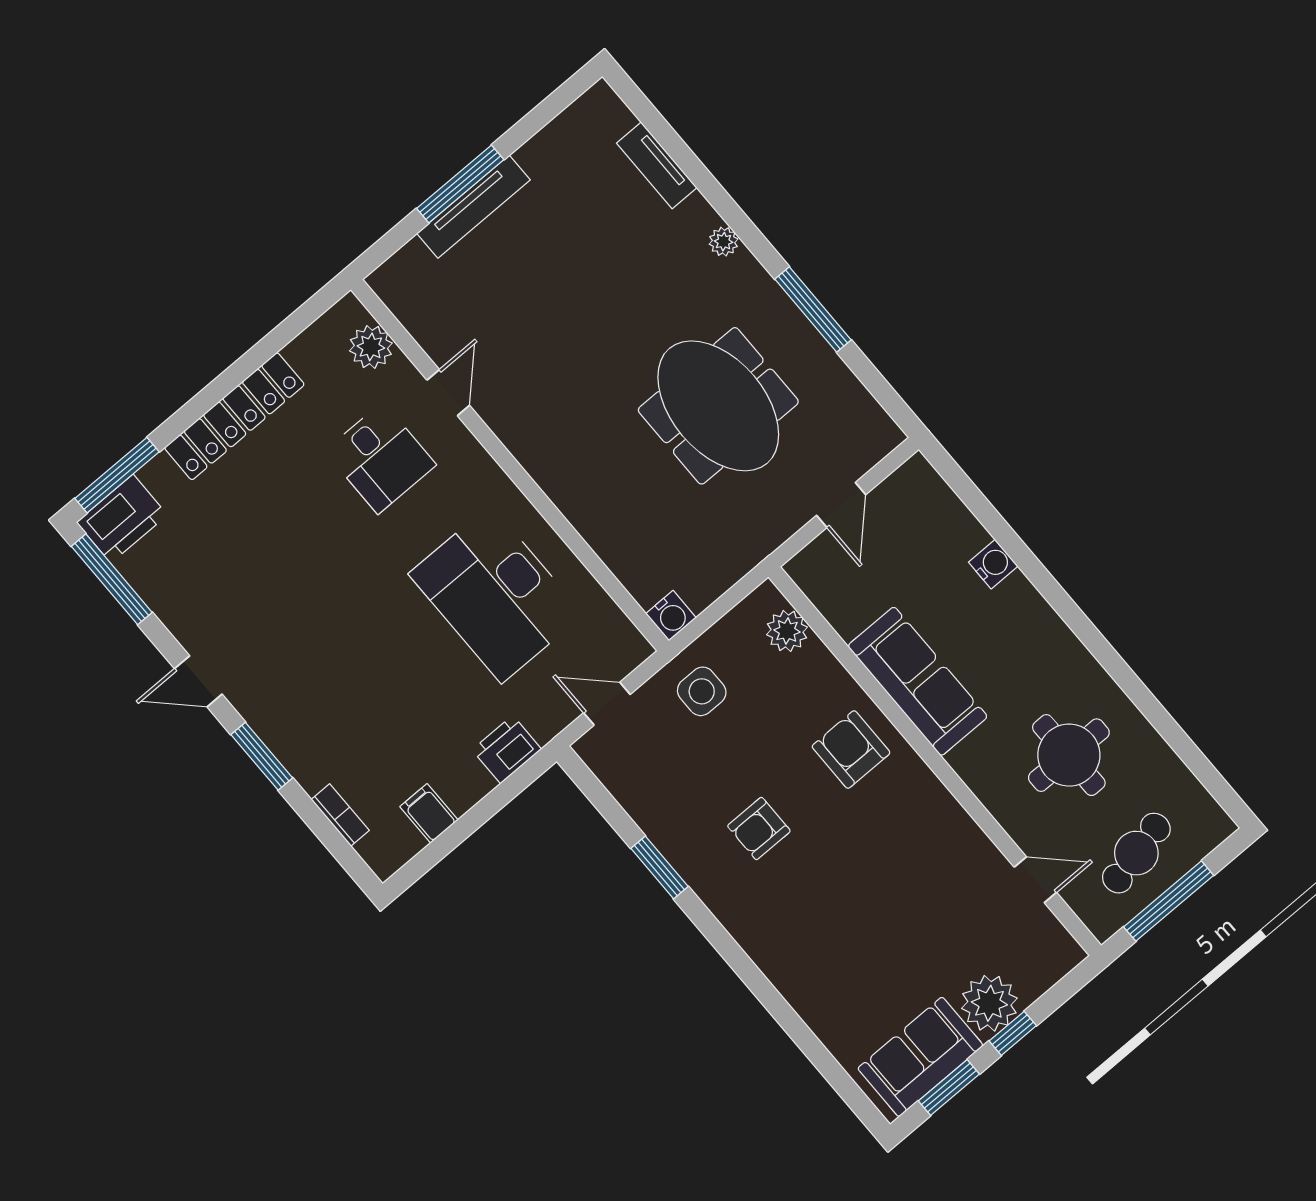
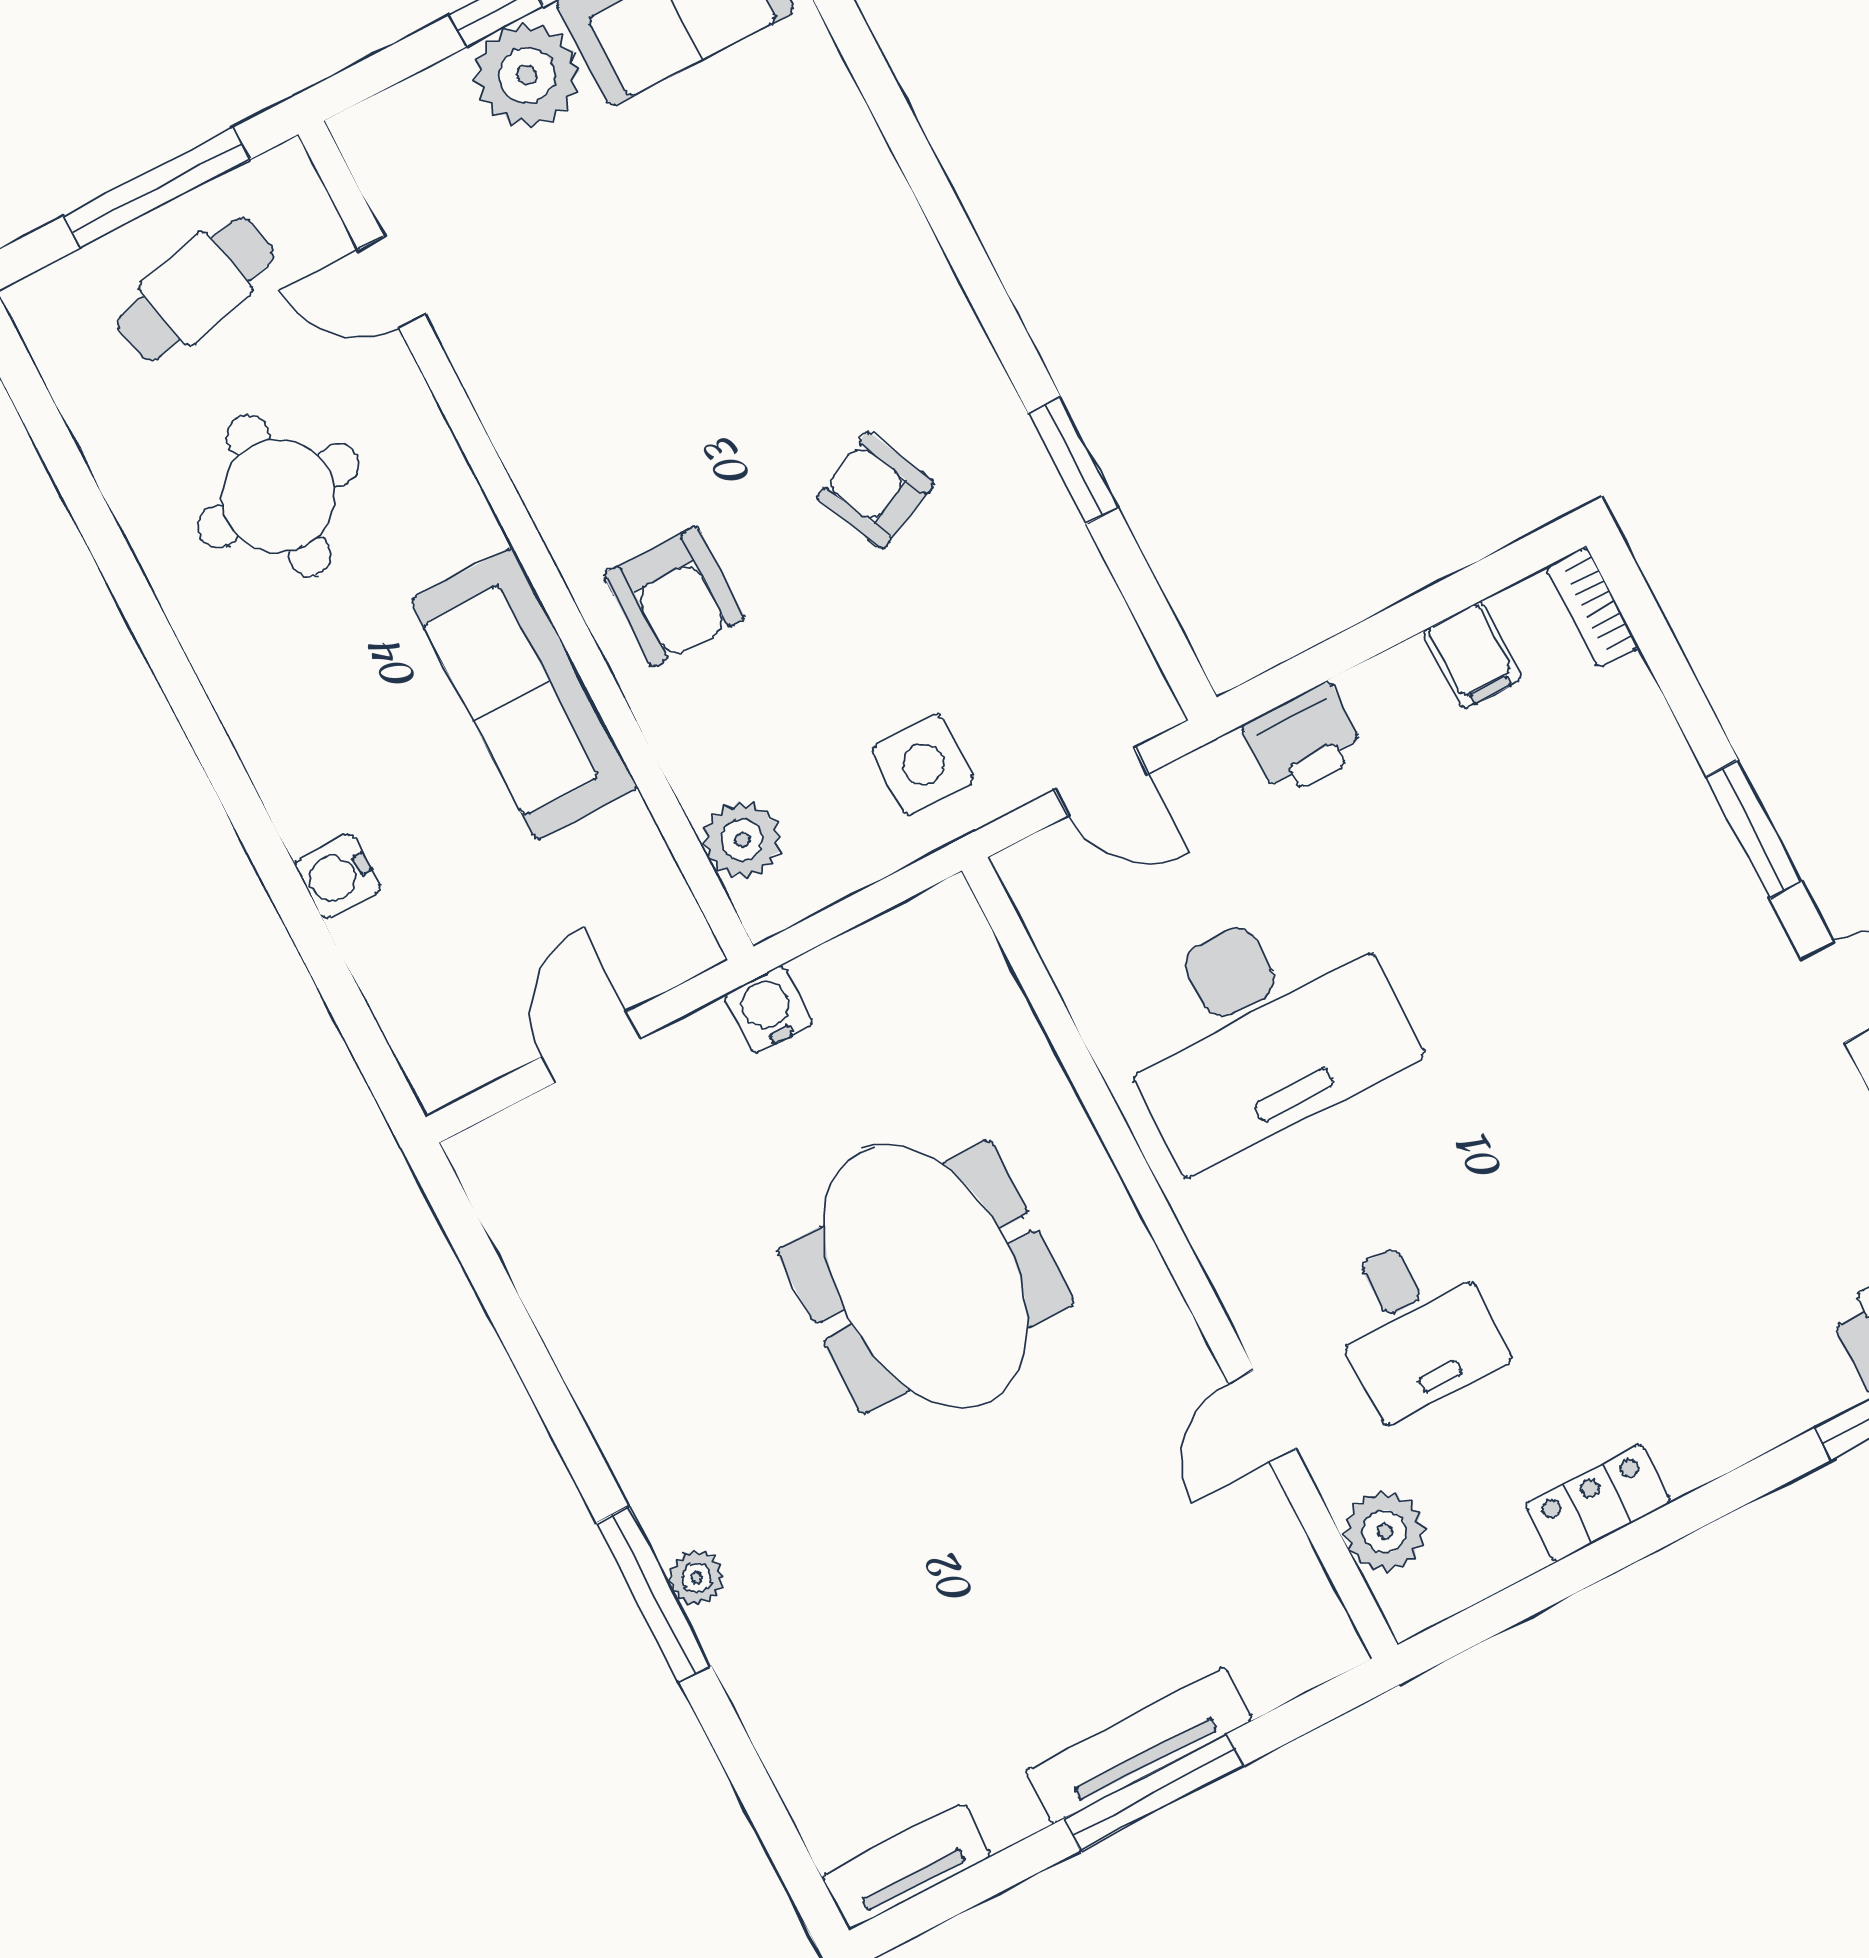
tv unit: (657, 165) -> (906, 1866), moved, turned -90
window: (813, 310) -> (654, 1594), moved
meeting table: (718, 406) -> (926, 1277), moved
locker: (234, 416) -> (1598, 1503), width x0.46, depth x0.83
desk: (380, 458) -> (1413, 1325), turned 180
desk: (496, 594) -> (1259, 1028), turned 90
water cooler: (671, 616) -> (768, 1009), moved
bookcase: (340, 815) -> (1592, 607), moved
armchair: (759, 828) -> (875, 490), turned -115

